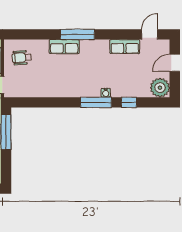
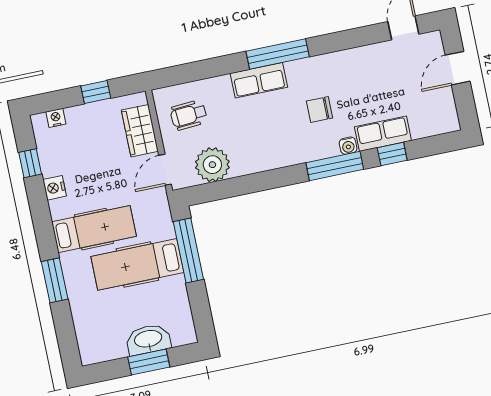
row of seats: (125, 47) -> (383, 134), moved, turned 180
chair: (94, 70) -> (320, 110), added
plant: (160, 88) -> (212, 165), moved

